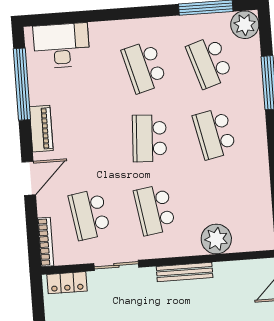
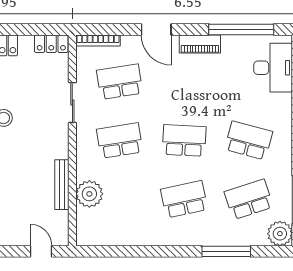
school desk: (144, 67) -> (249, 140), turned 30
bench: (185, 272) -> (62, 185), moved
locker: (67, 283) -> (51, 44), moved, turned -90

